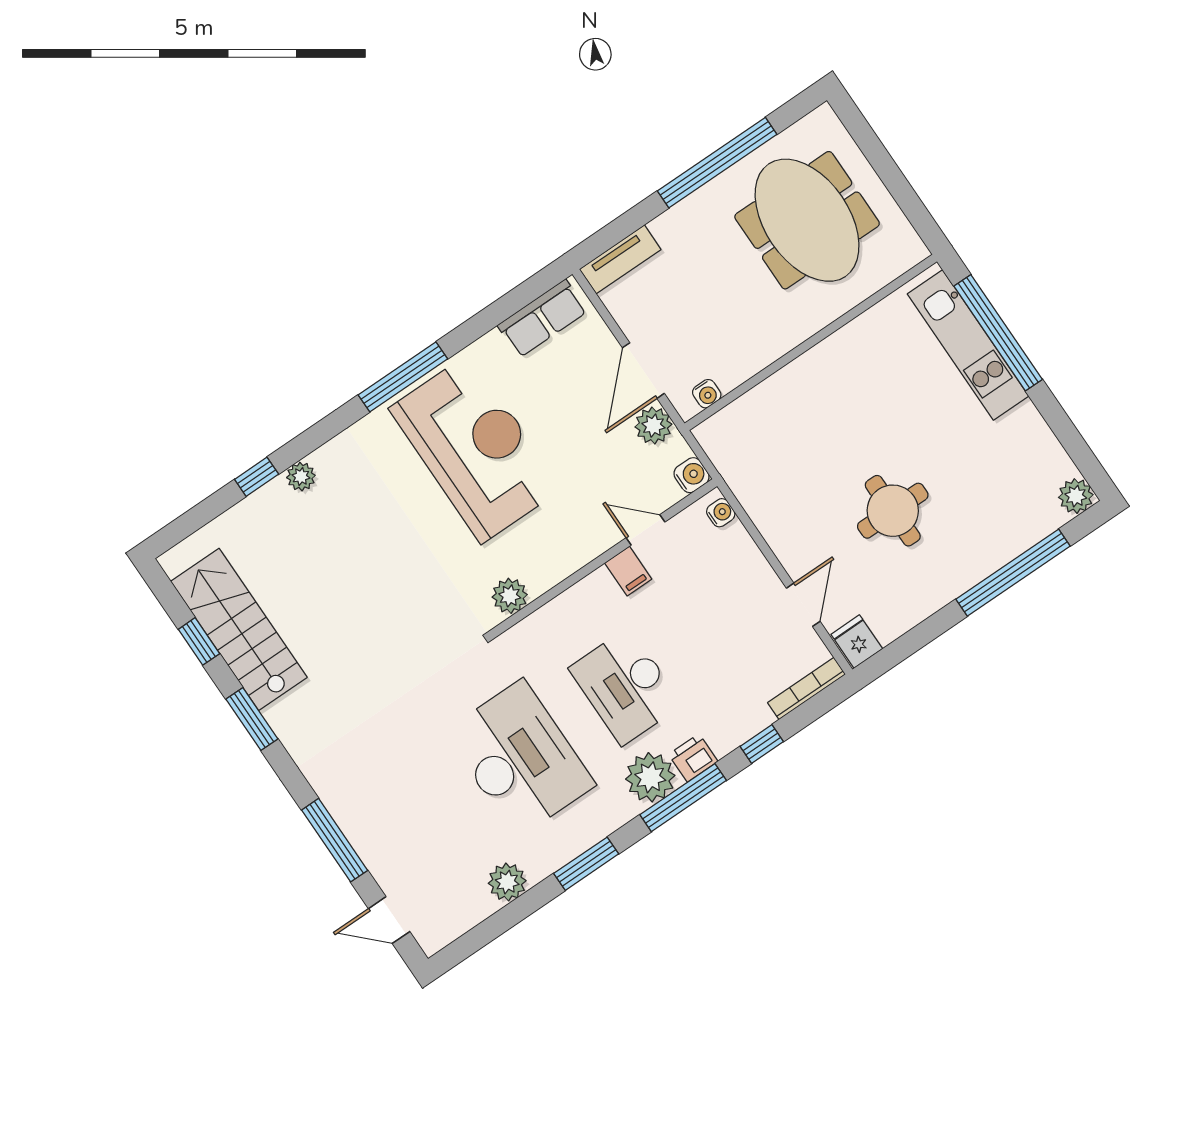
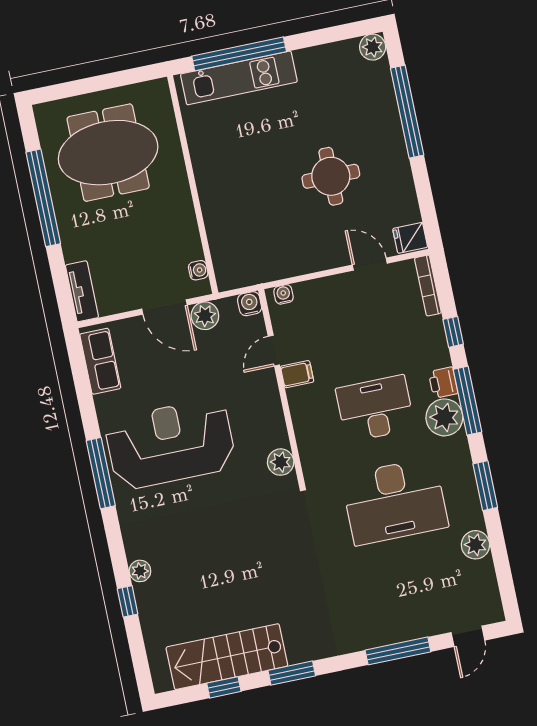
desk: (626, 686) -> (375, 409), turned 180
desk: (520, 759) -> (395, 501), turned 180

